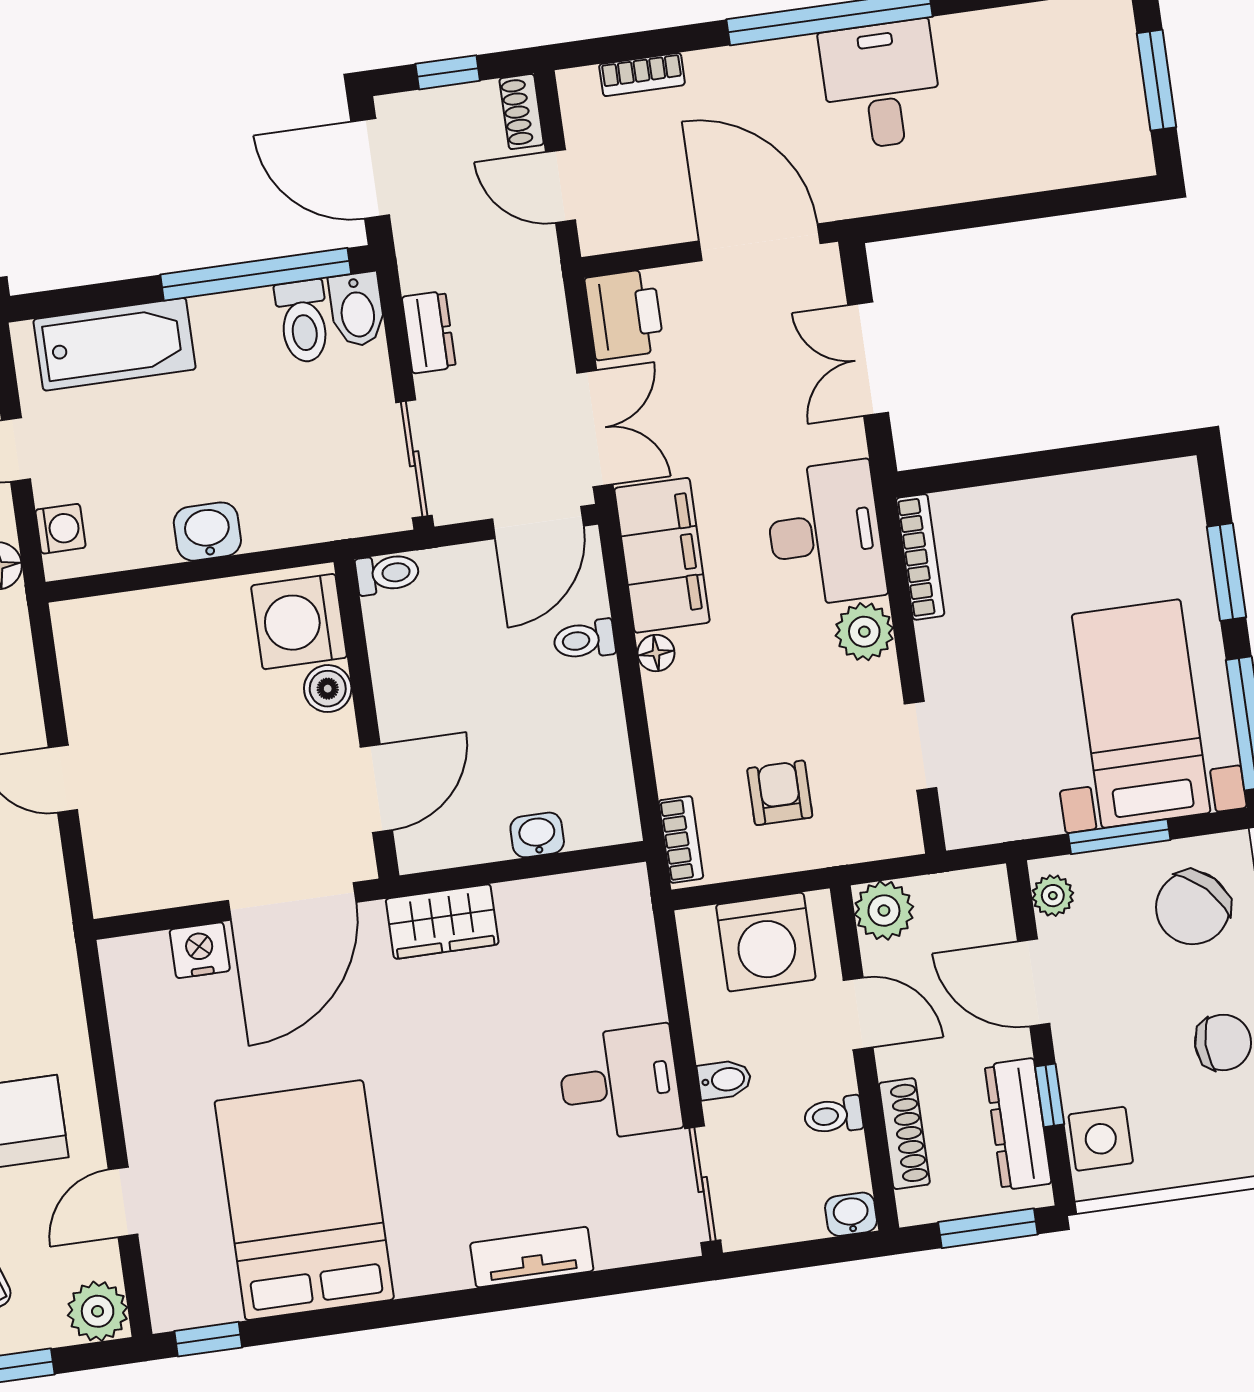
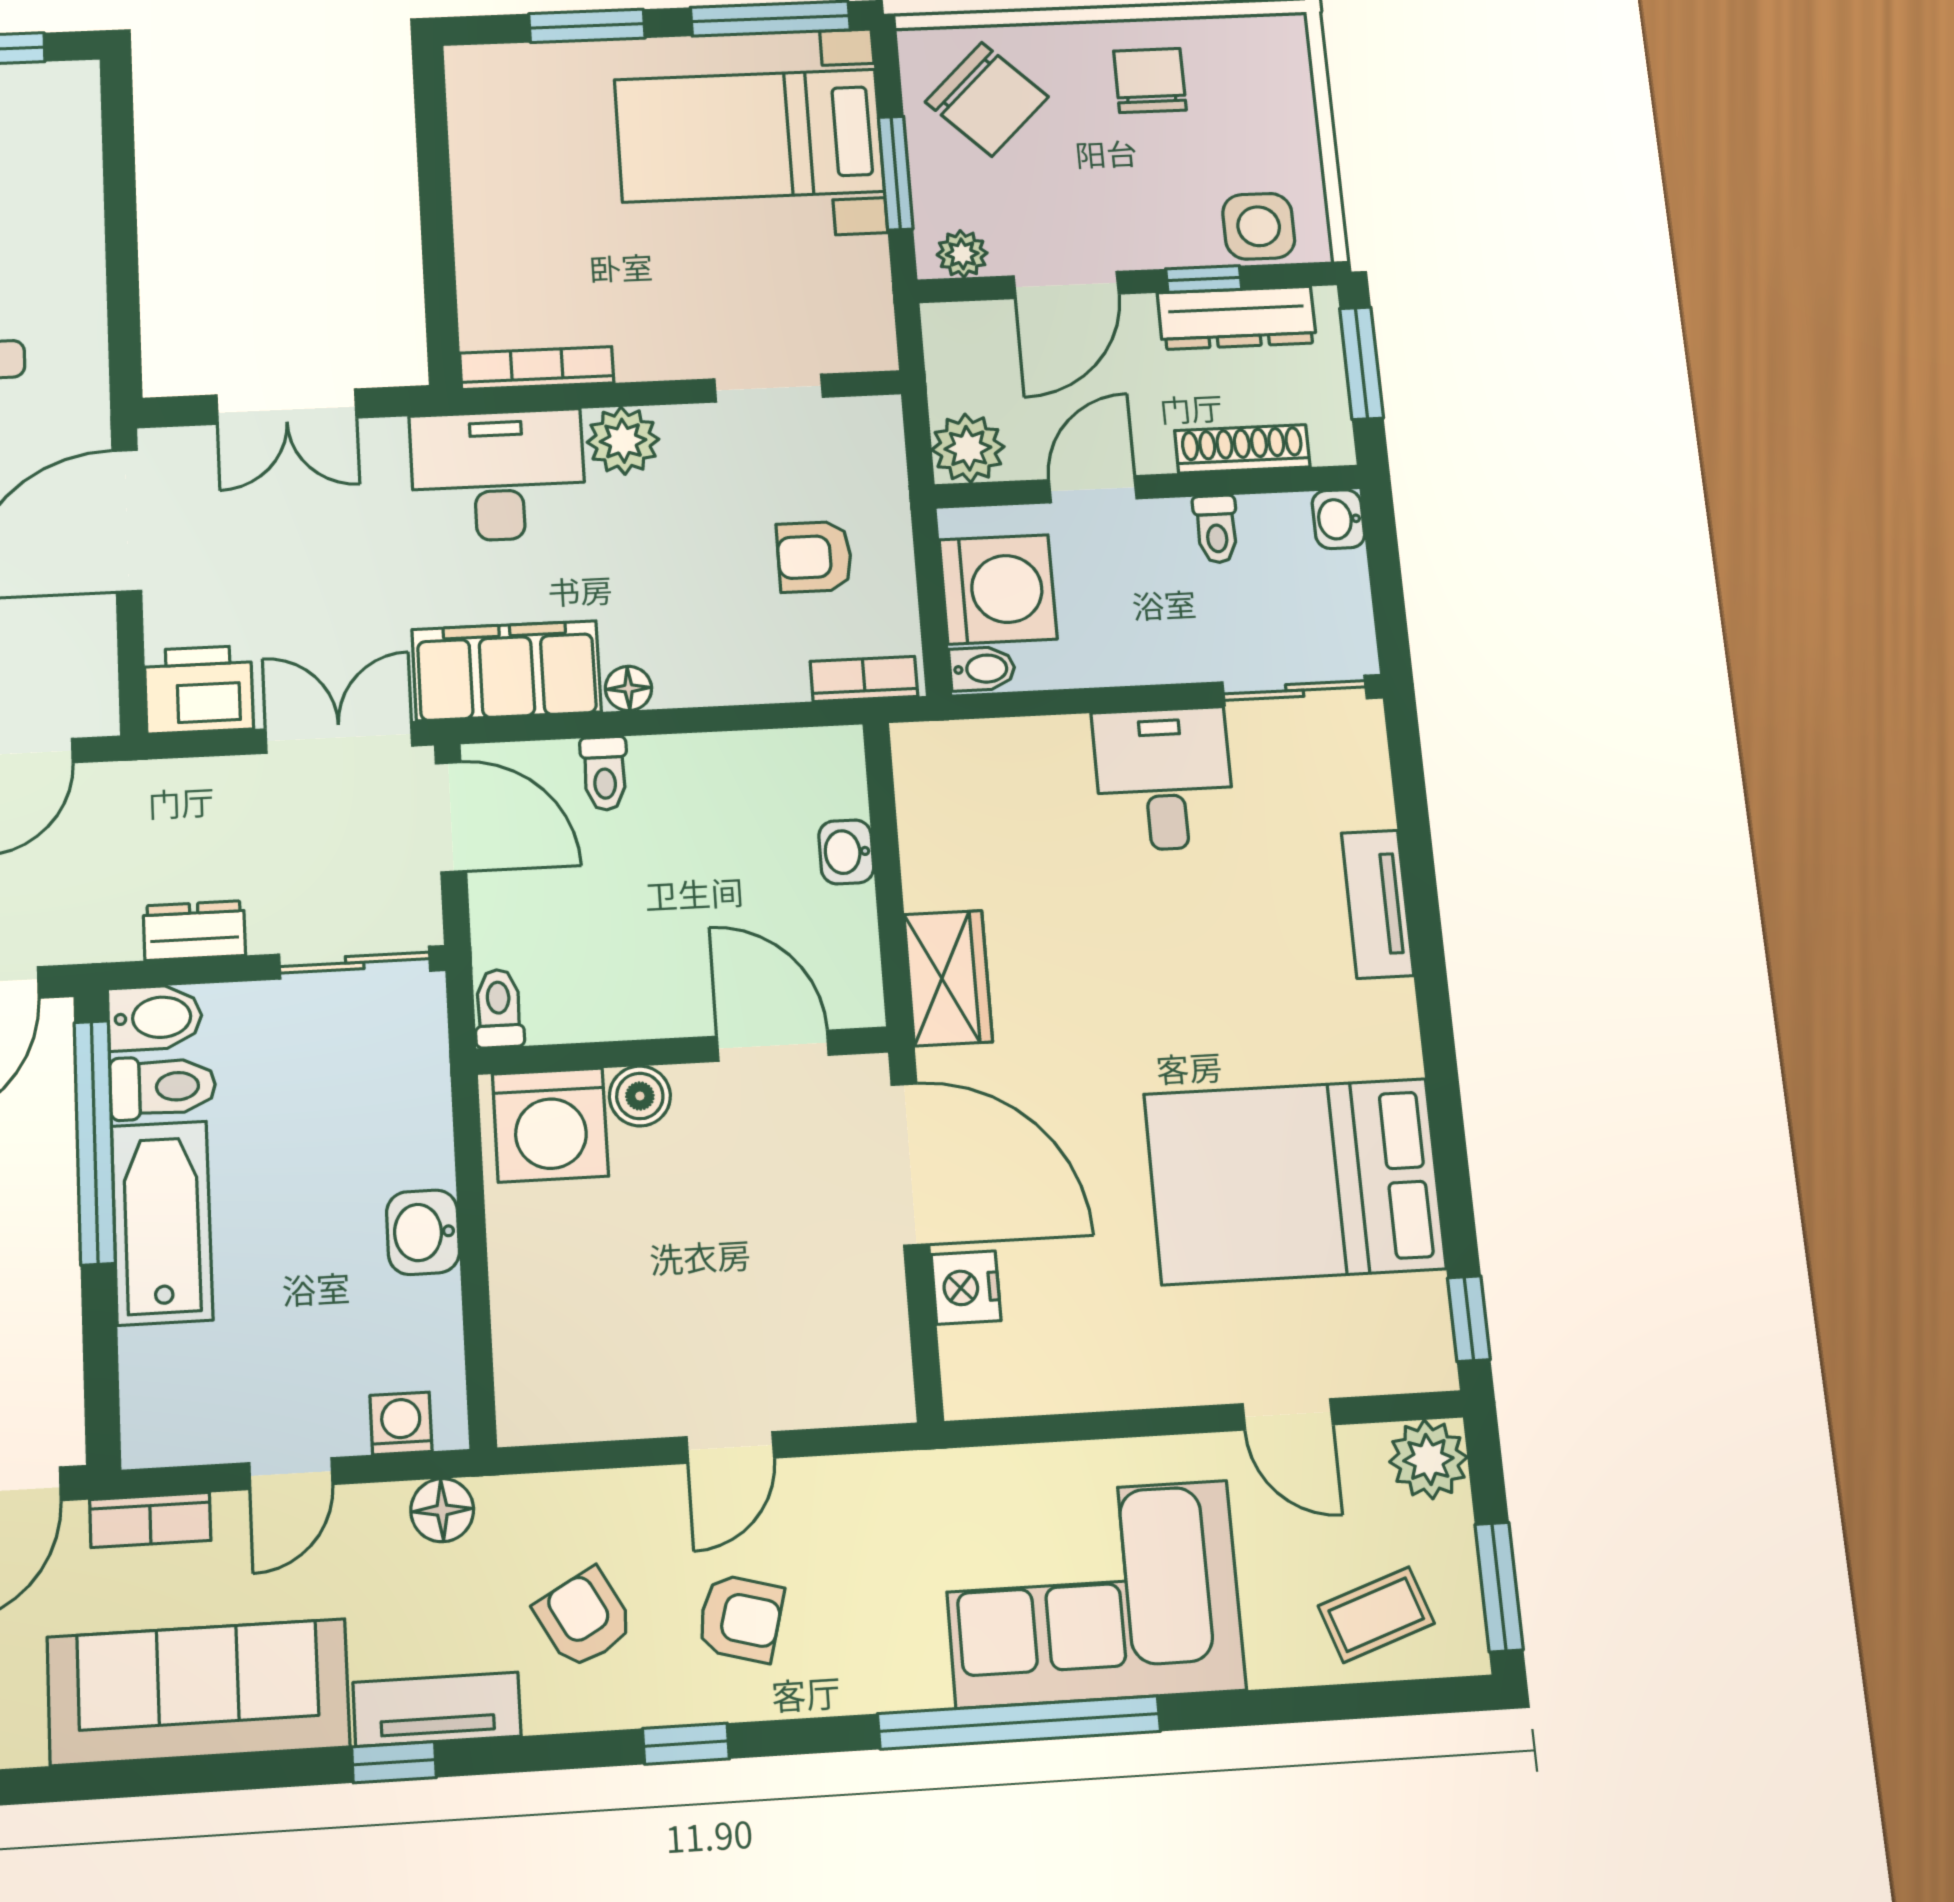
bathtub: (115, 344) -> (162, 1223), moved
bidet: (724, 1080) -> (982, 669), moved, turned 90

